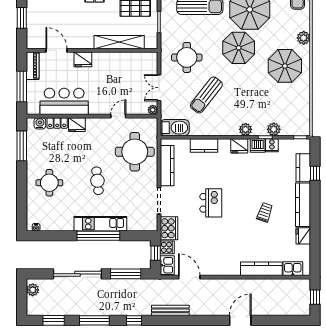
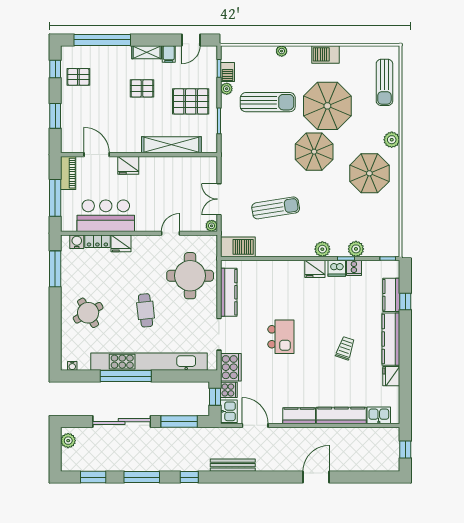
round table: (187, 57) -> (252, 163), removed
sun lounger: (206, 95) -> (276, 208), turned -137
kitchen counter: (204, 146) -> (299, 416), moved, turned 180
round table: (49, 183) -> (88, 313), turned -30
kitchen unit: (100, 224) -> (149, 362), width x1.86
window: (98, 236) -> (126, 376), moved

